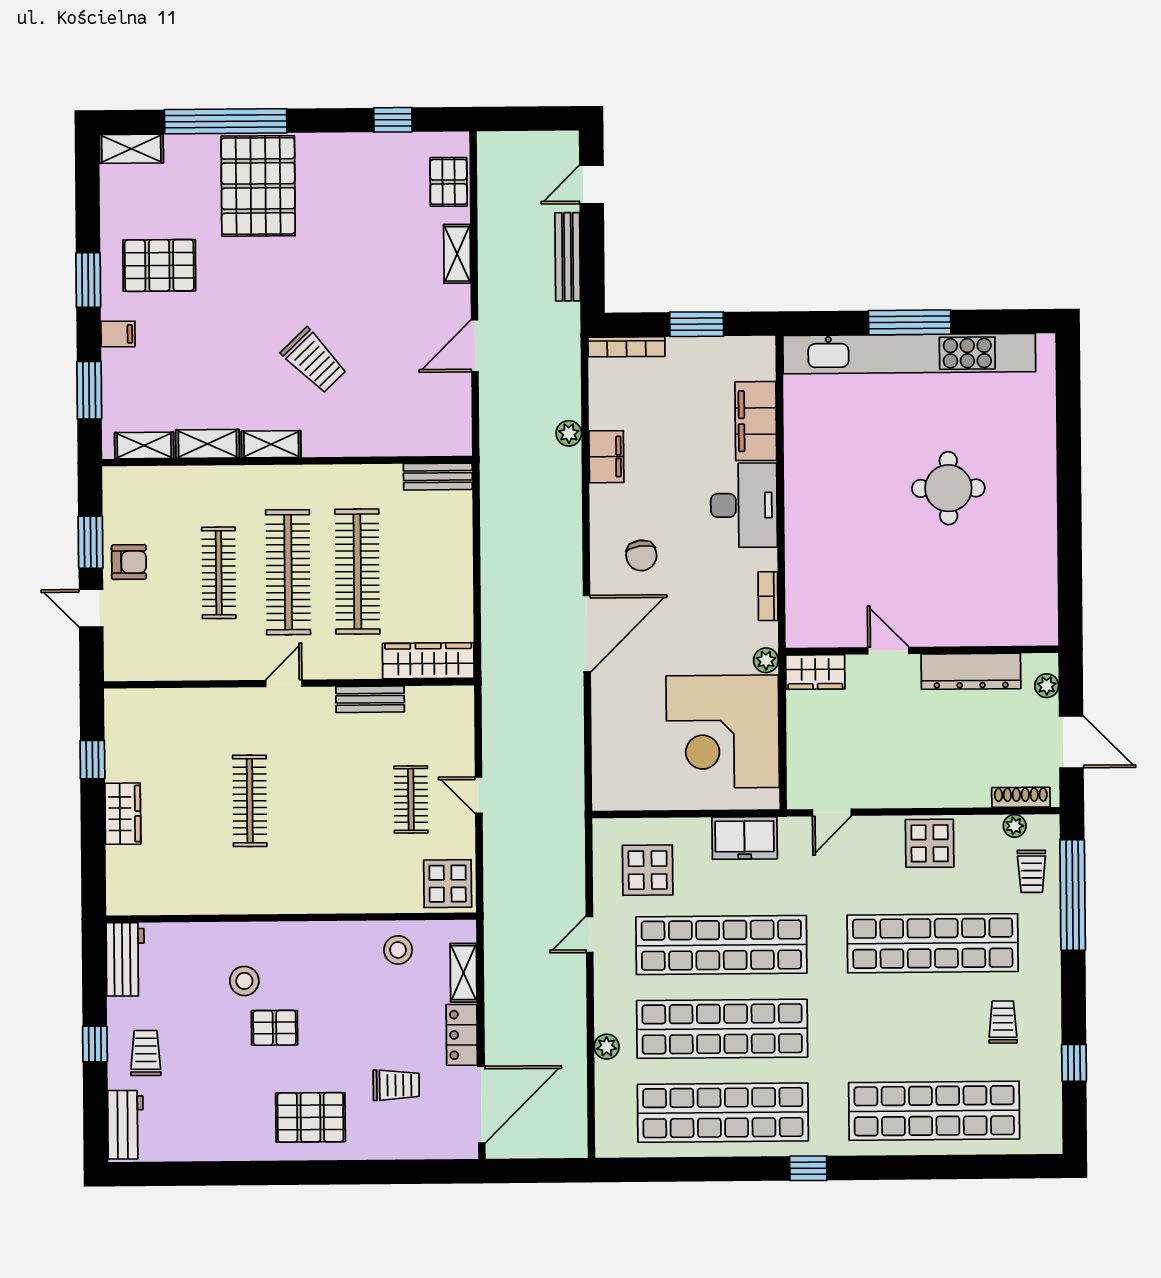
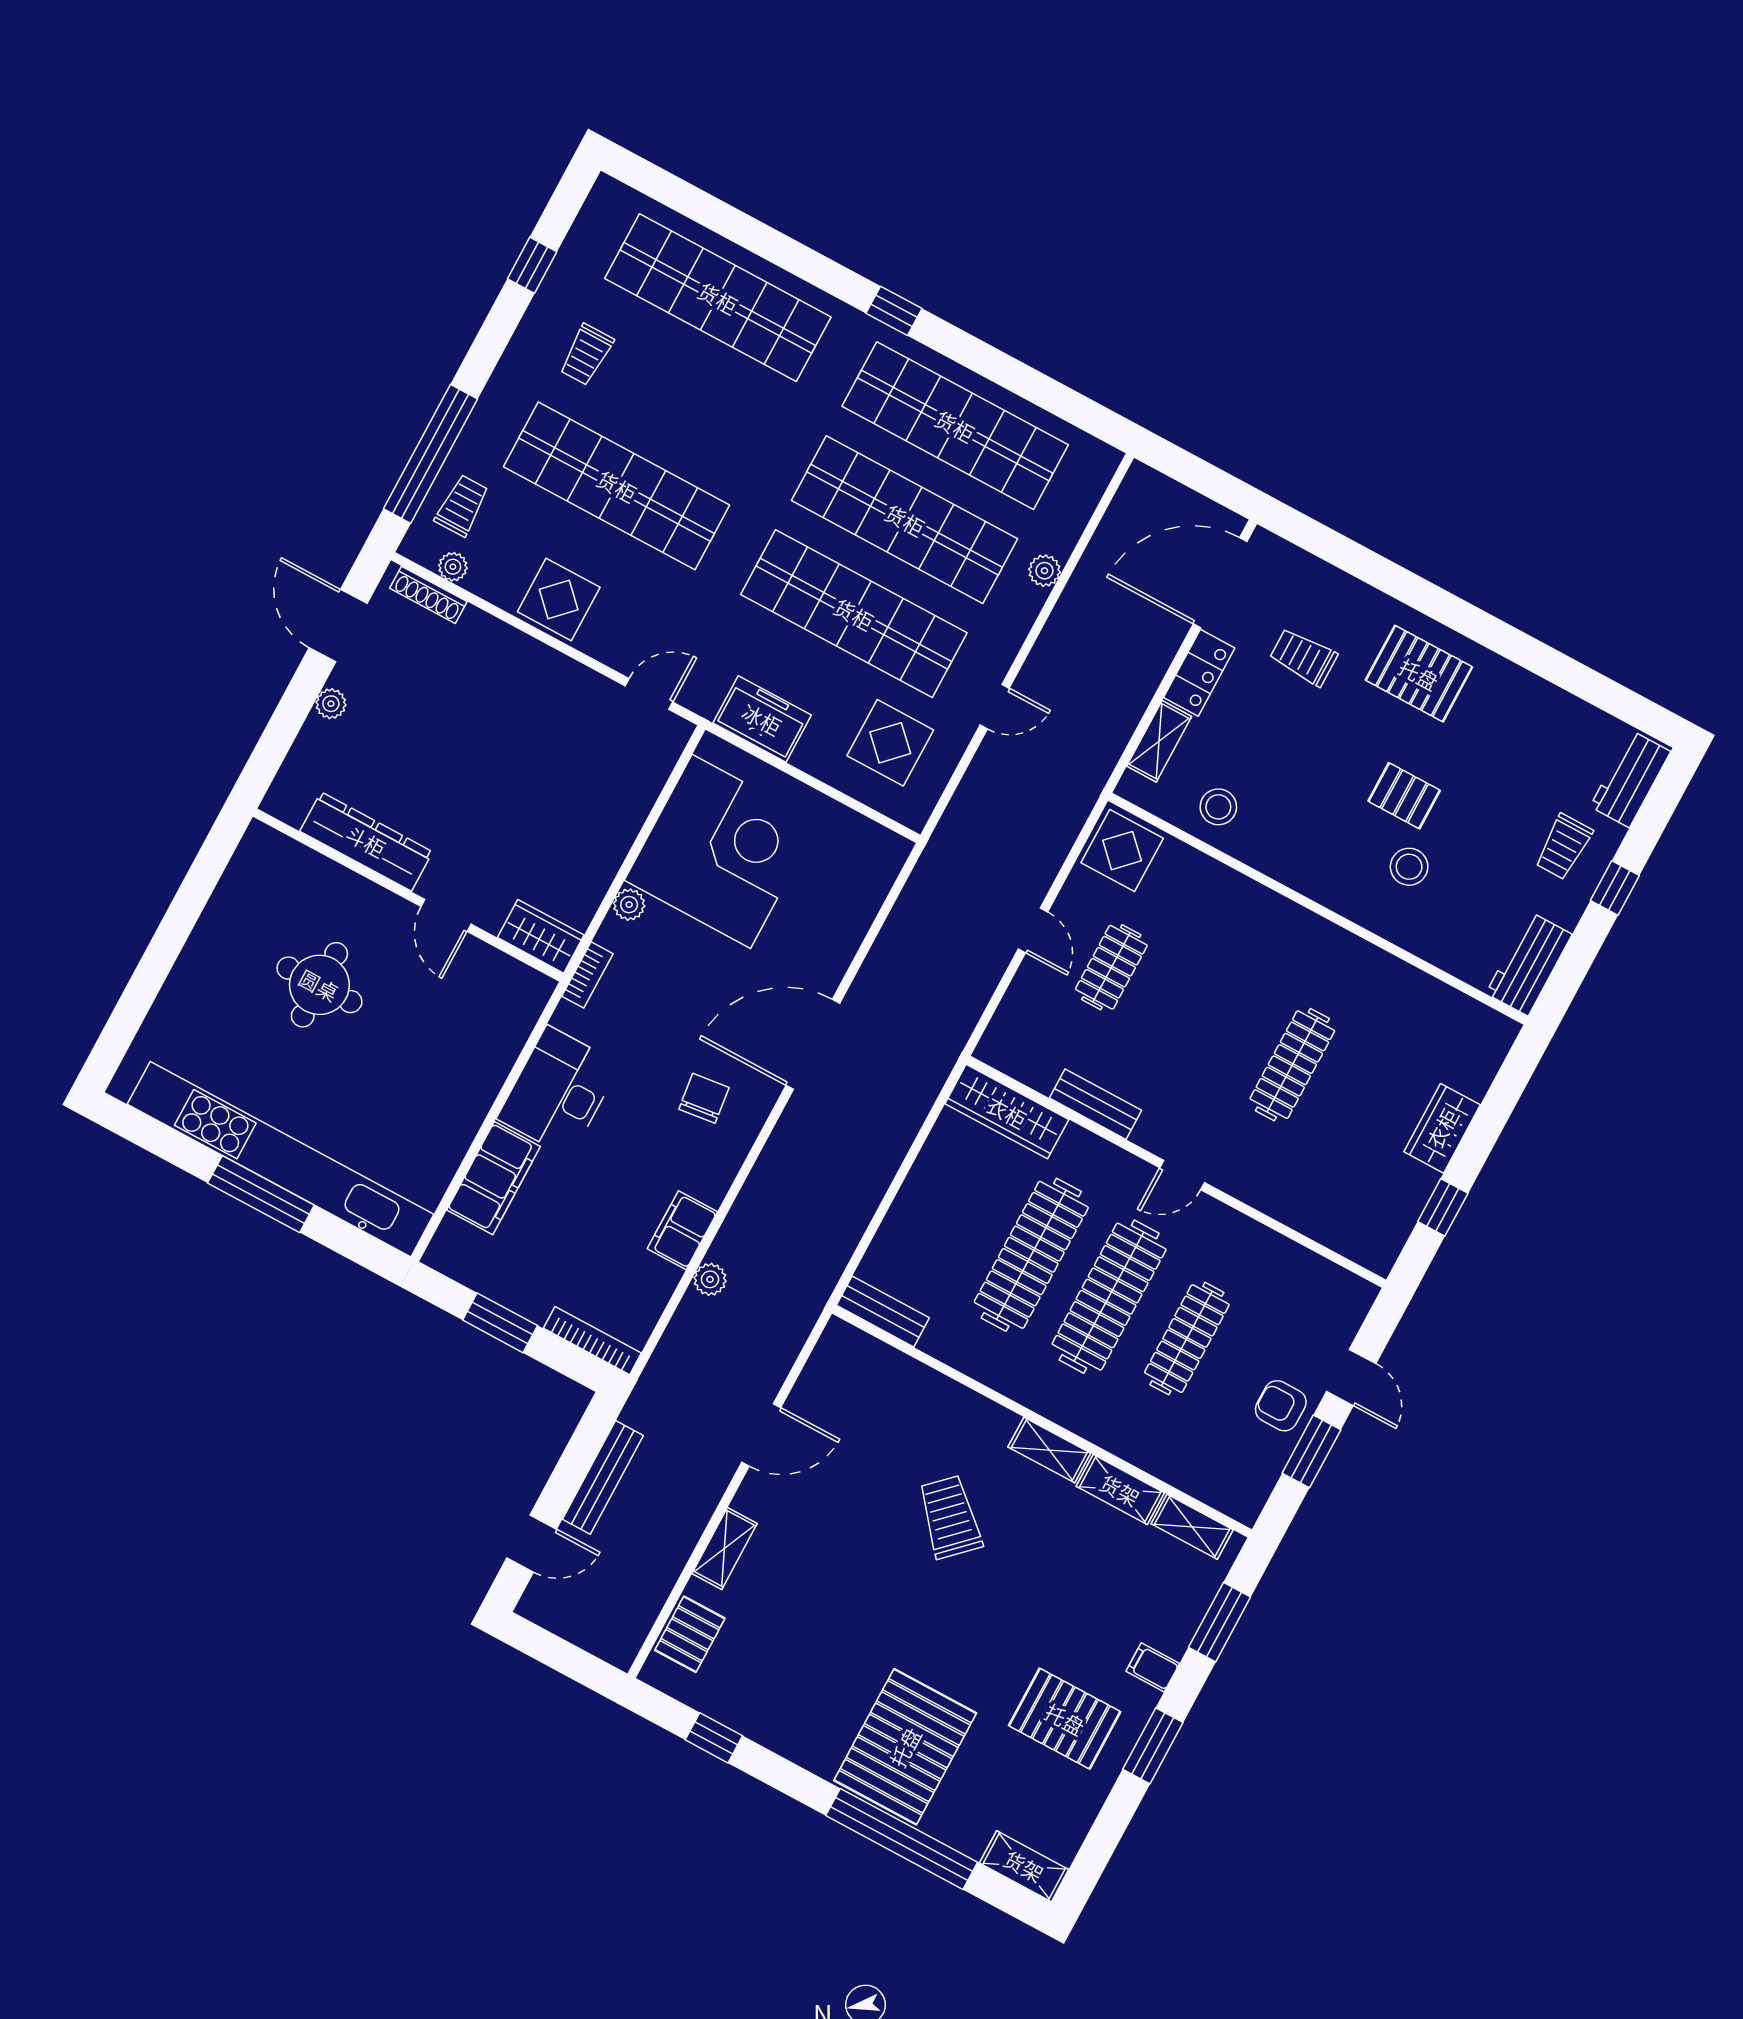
wall: (922, 650) -> (408, 895), moved
door: (888, 651) -> (446, 915), moved
dresser: (971, 671) -> (366, 841), moved
wardrobe: (815, 672) -> (541, 936), moved

